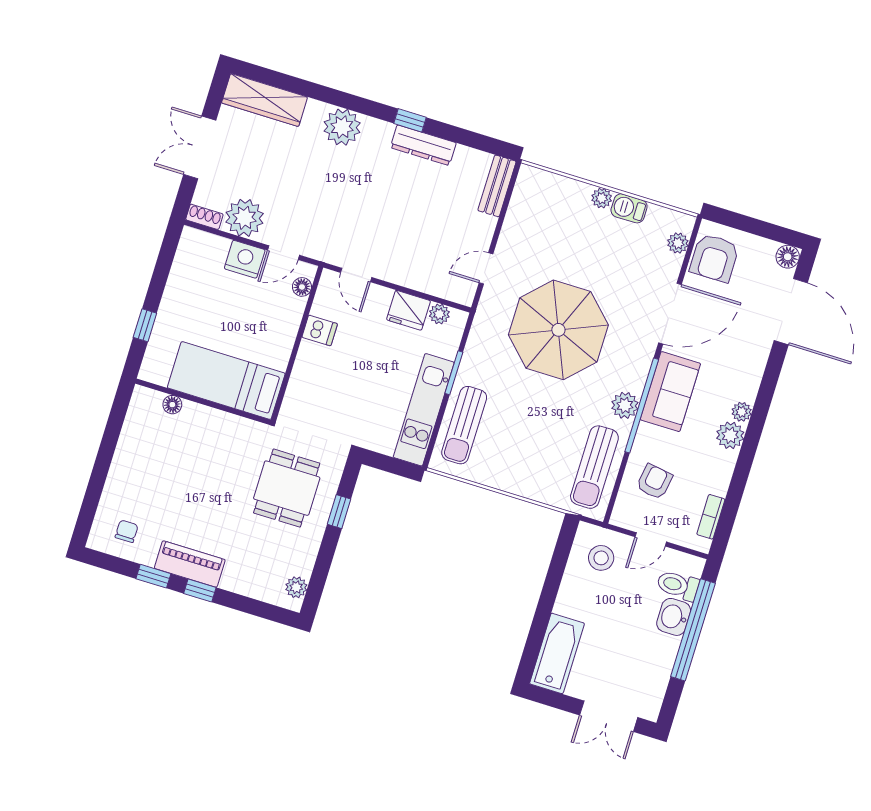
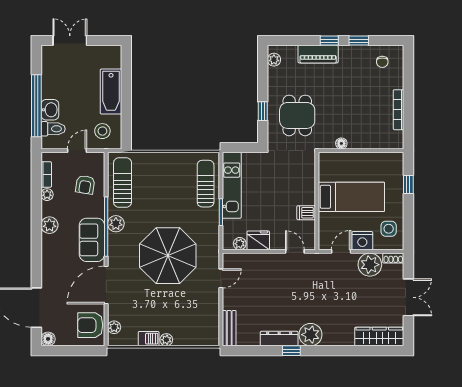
plant: (342, 127) -> (311, 335), moved
armchair: (714, 258) -> (90, 325), turned -90
side table: (198, 265) -> (389, 229), added
floor lamp: (302, 287) -> (324, 235), removed
bed: (226, 381) -> (351, 197), moved
floor lamp: (172, 405) -> (341, 143), moved
plant: (742, 412) -> (47, 195), moved
bookcase: (124, 448) -> (399, 110), added
piano: (190, 564) -> (318, 54), moved
bathtub: (557, 653) -> (111, 92), moved

